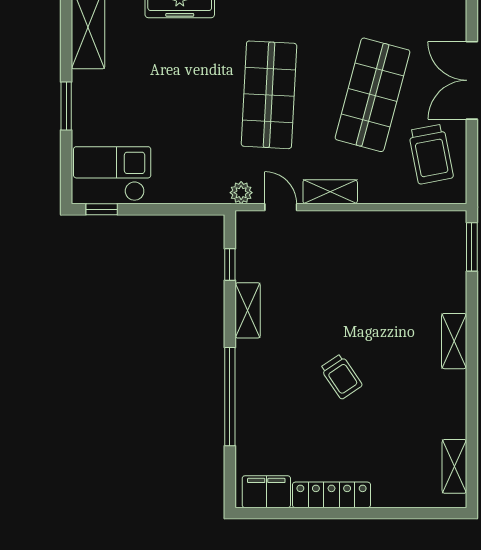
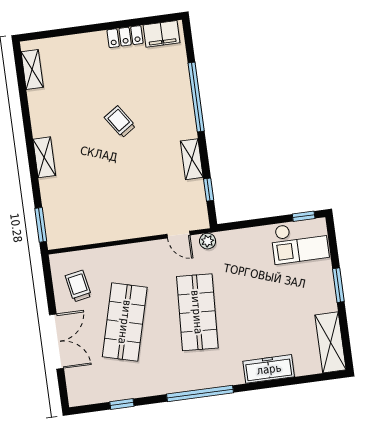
trolley: (431, 154) -> (78, 286), width x0.73, depth x0.72
shelving: (330, 192) -> (145, 250), removed
locker: (331, 495) -> (125, 37), width x0.66

